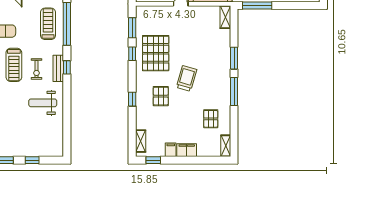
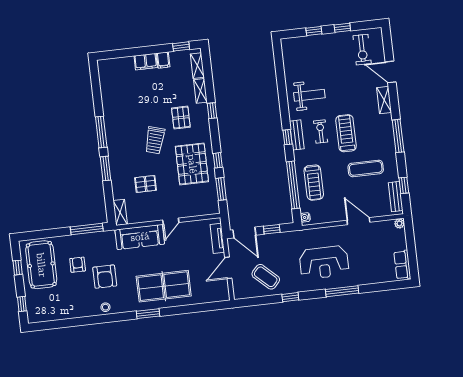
pallet: (211, 119) -> (146, 184), moved, turned 90
shelving: (226, 146) -> (200, 91), moved

